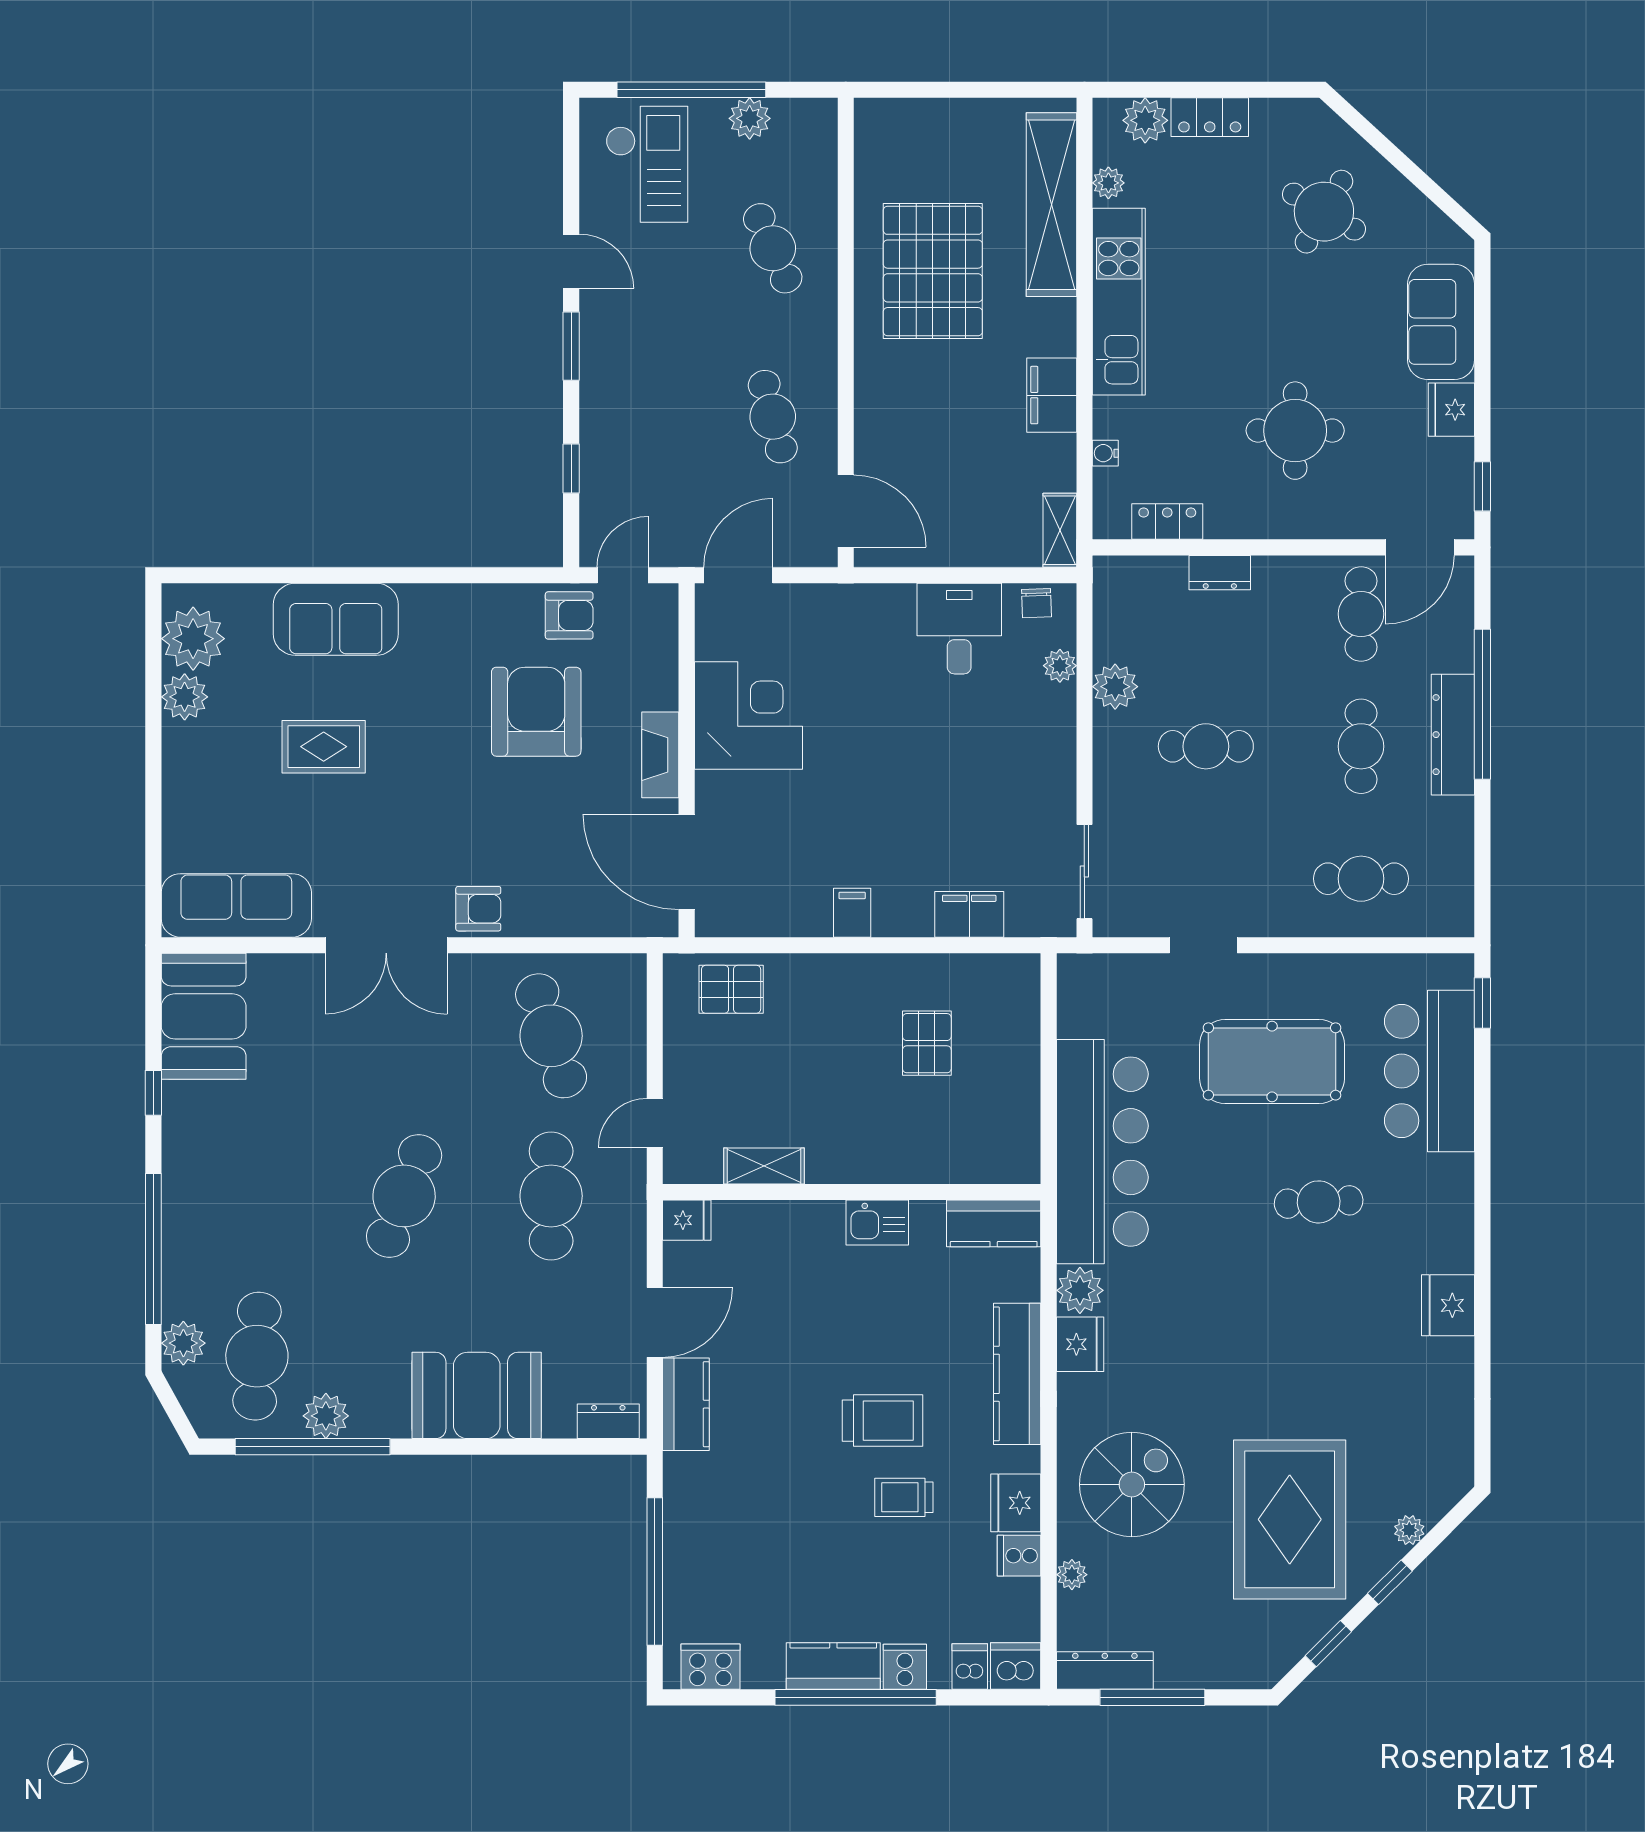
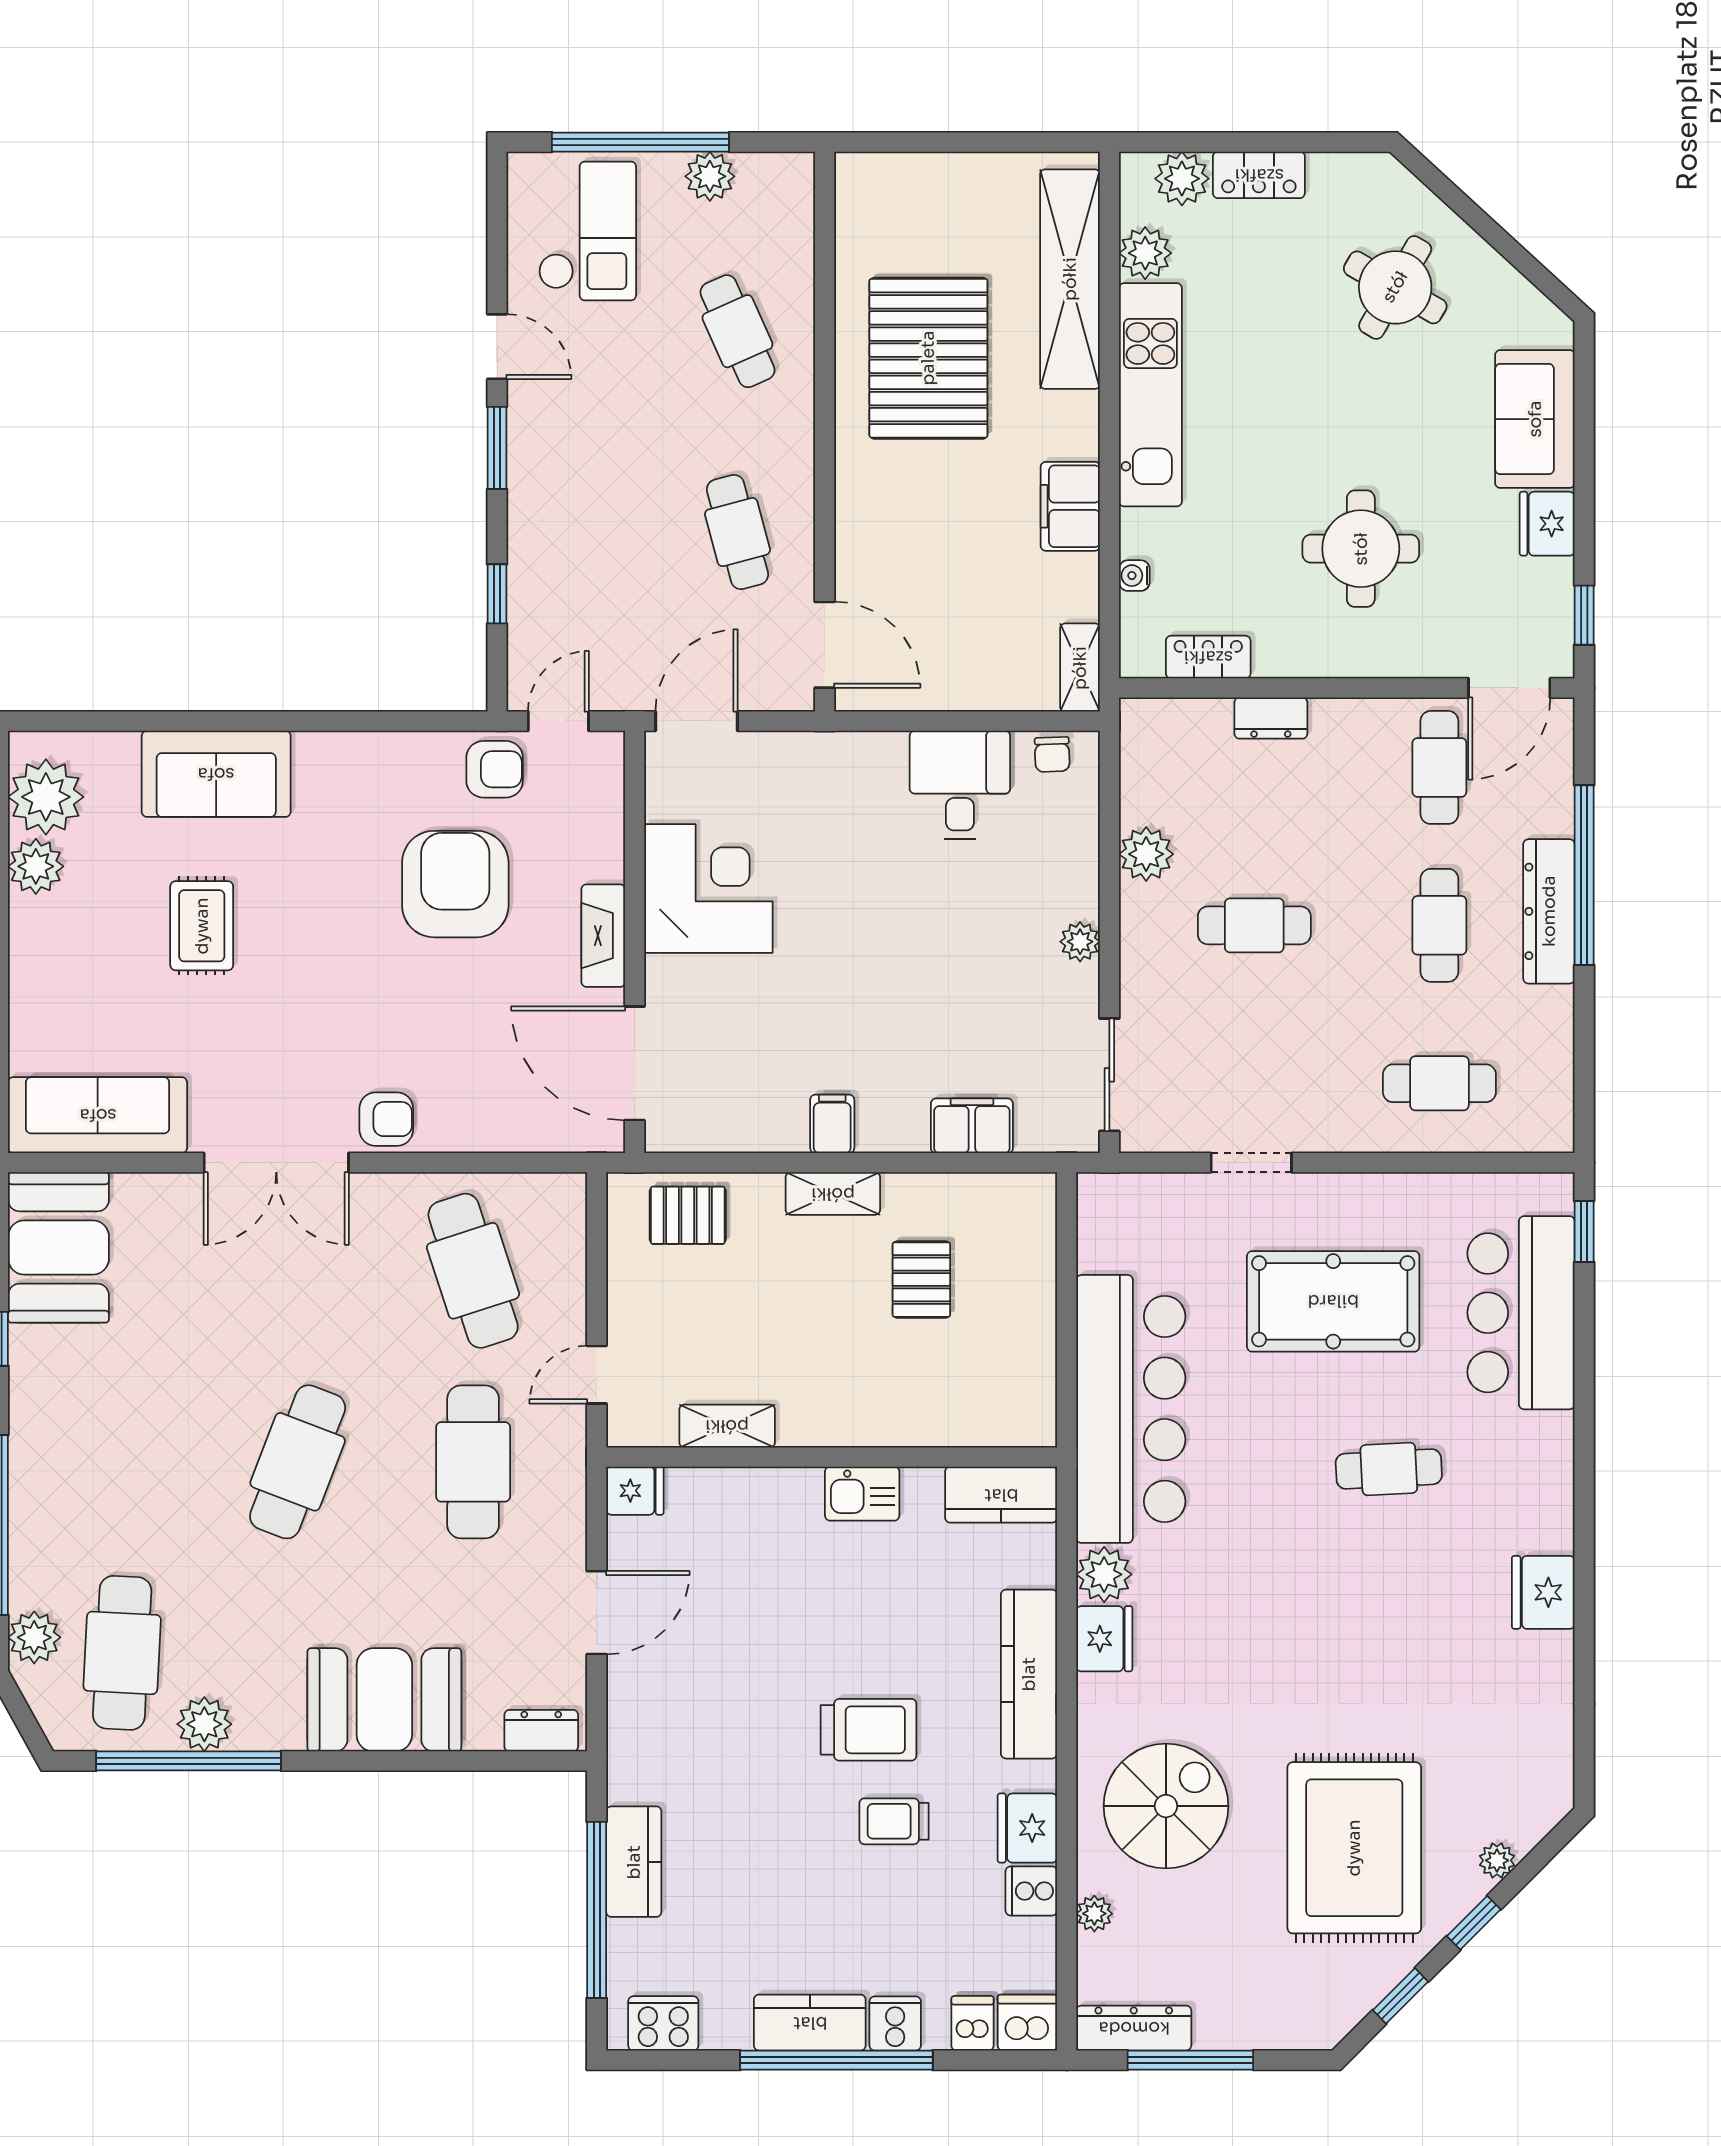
plant: (1108, 183) -> (1145, 253), width x1.38, depth x1.38
plant: (1060, 666) -> (1080, 942), moved
rug: (324, 747) -> (202, 926), turned 90
shelving: (853, 971) -> (833, 1194), added
kitchen counter: (686, 1404) -> (634, 1862), moved

